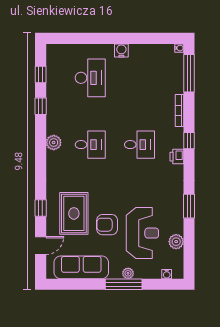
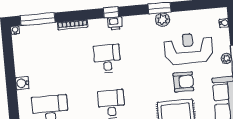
window: (189, 141) -> (111, 12), moved
armchair: (107, 225) -> (183, 82), turned -90
plant: (176, 242) -> (163, 20), moved

